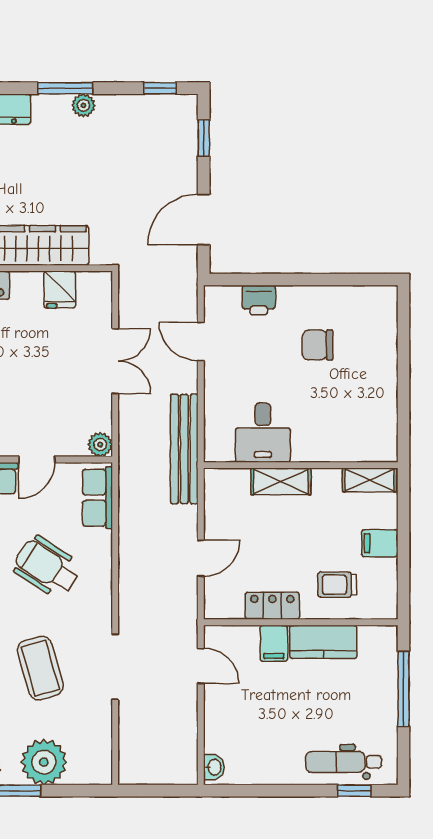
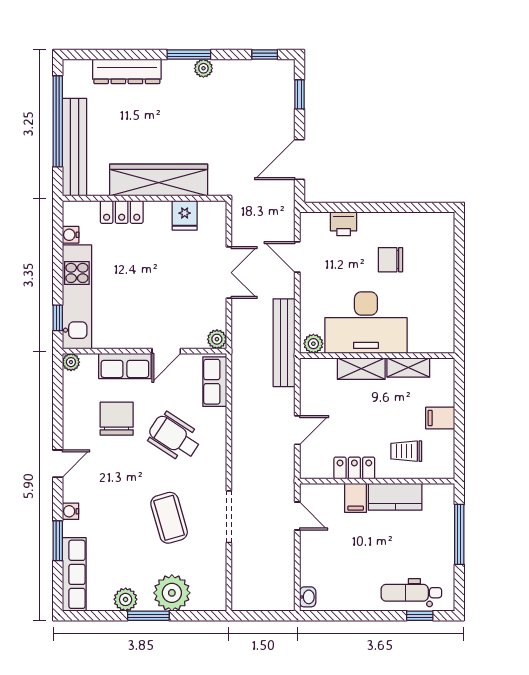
desk: (263, 433) -> (366, 323), width x1.87, depth x1.30
plant: (221, 450) -> (313, 344), added
shelving: (369, 480) -> (408, 368), moved

